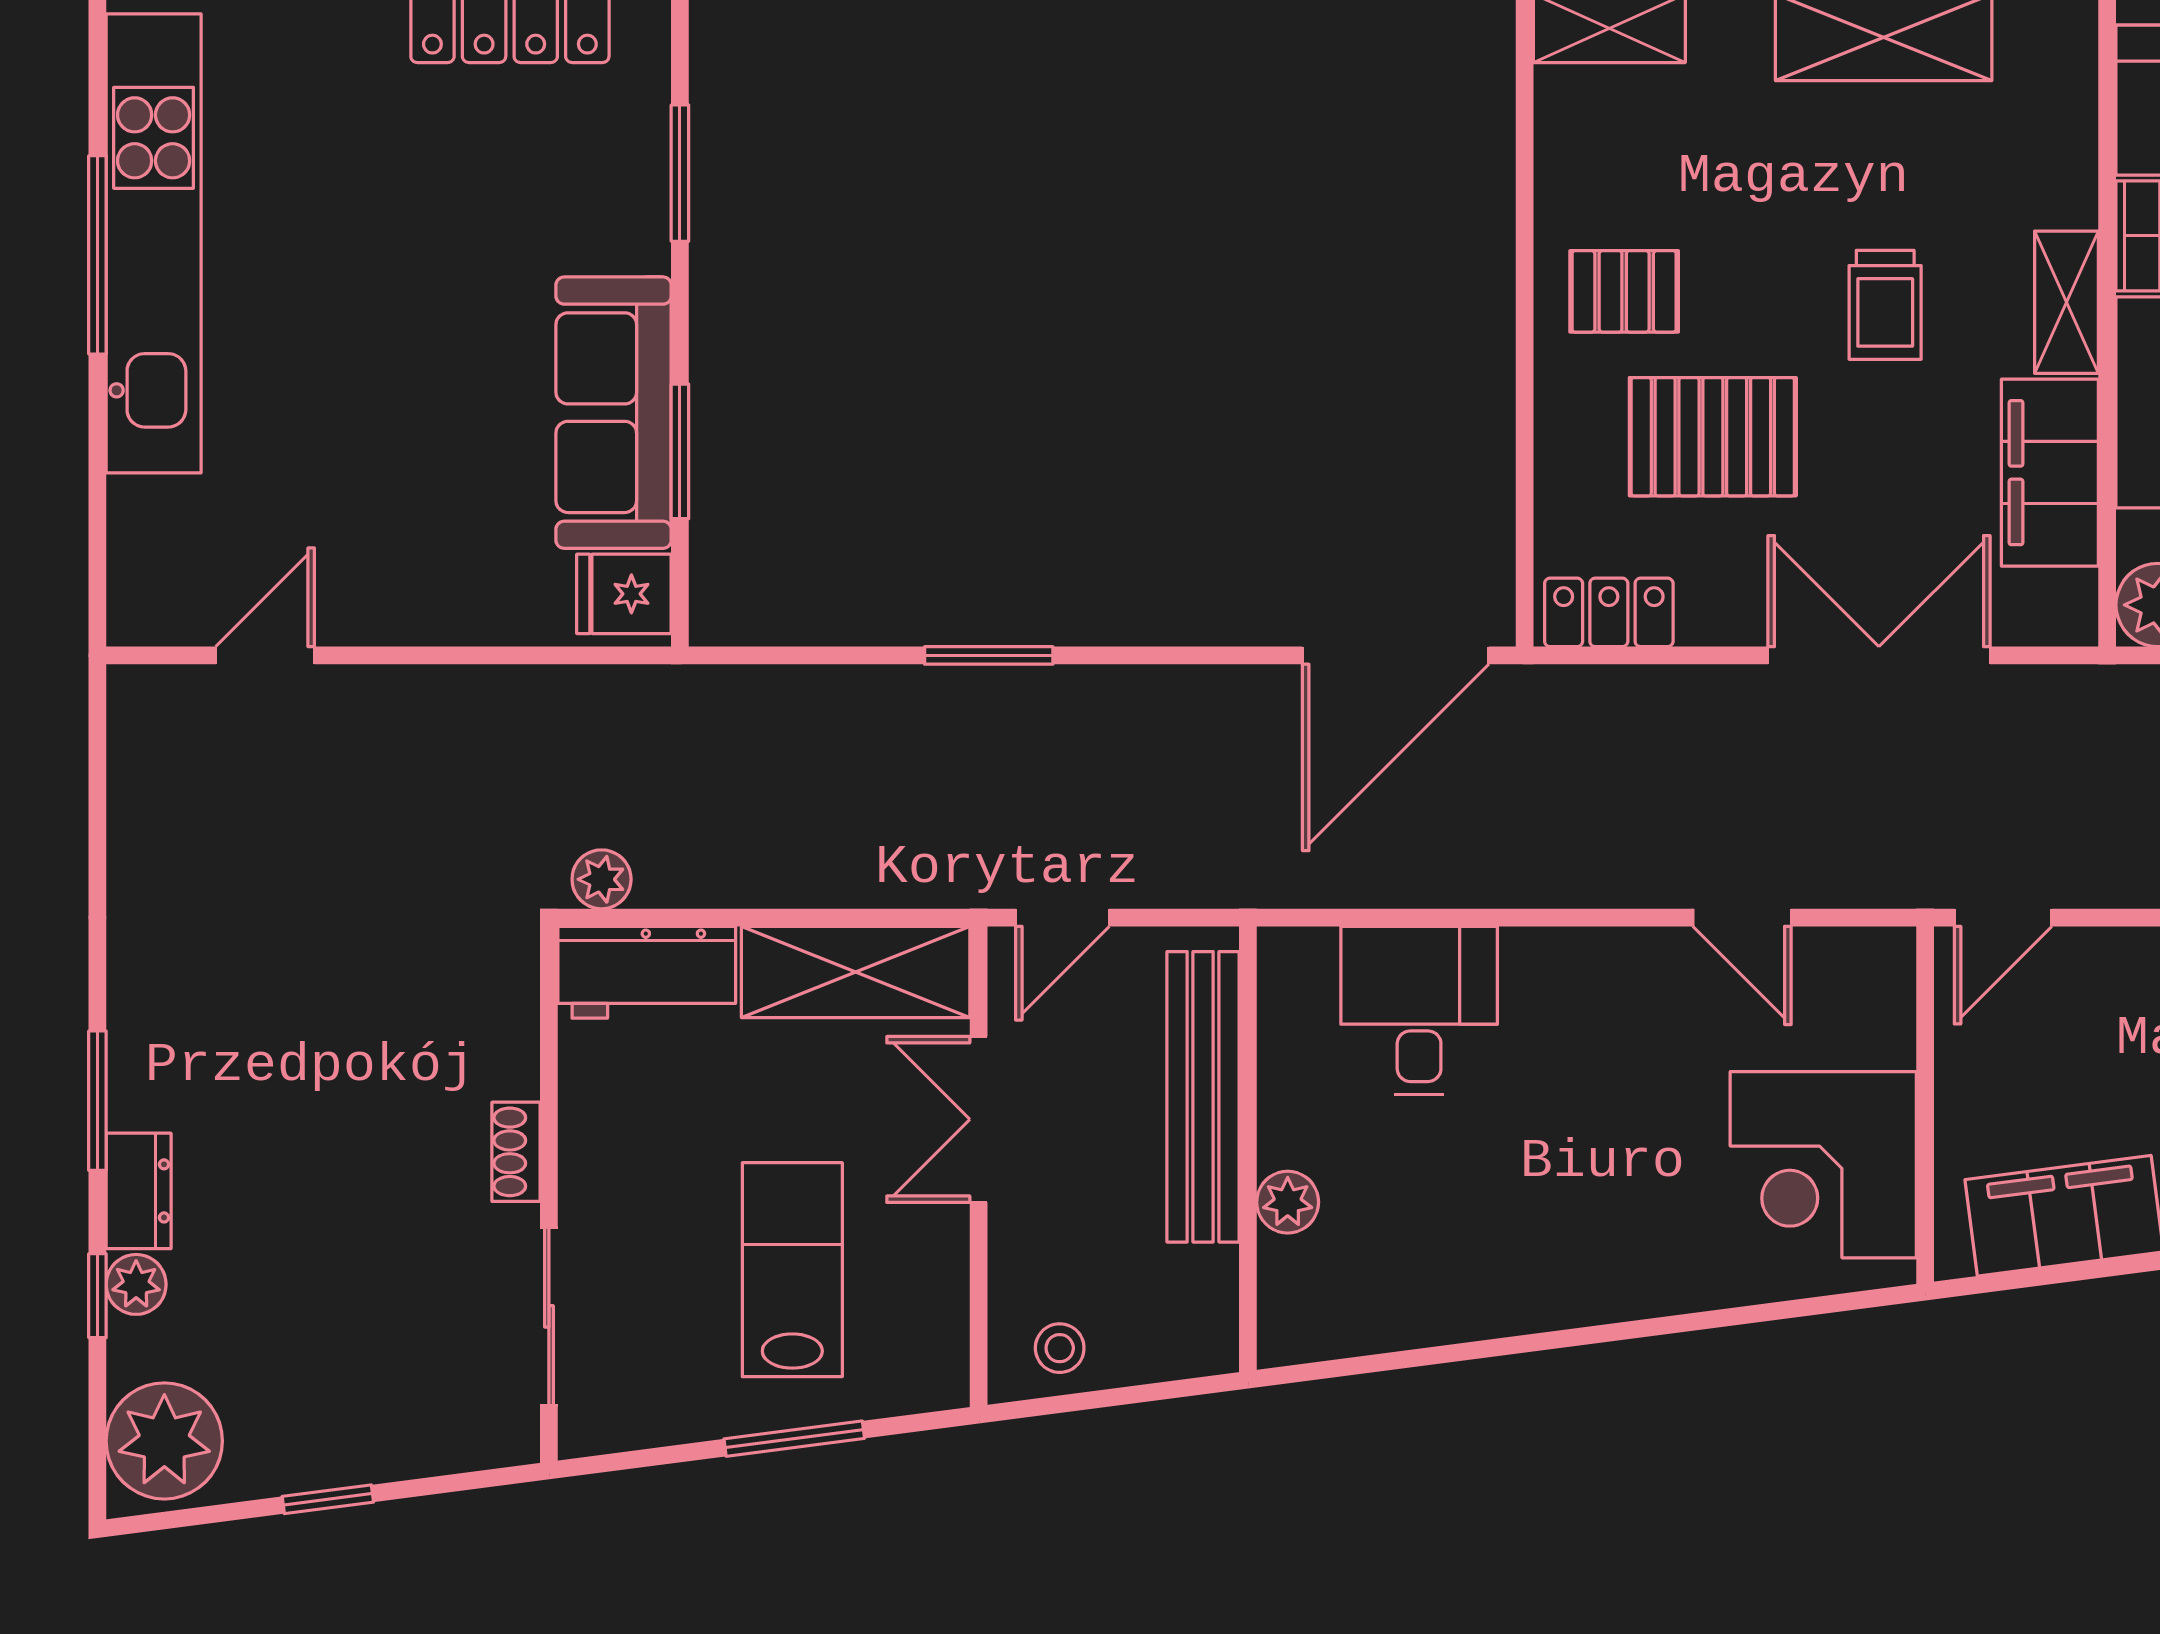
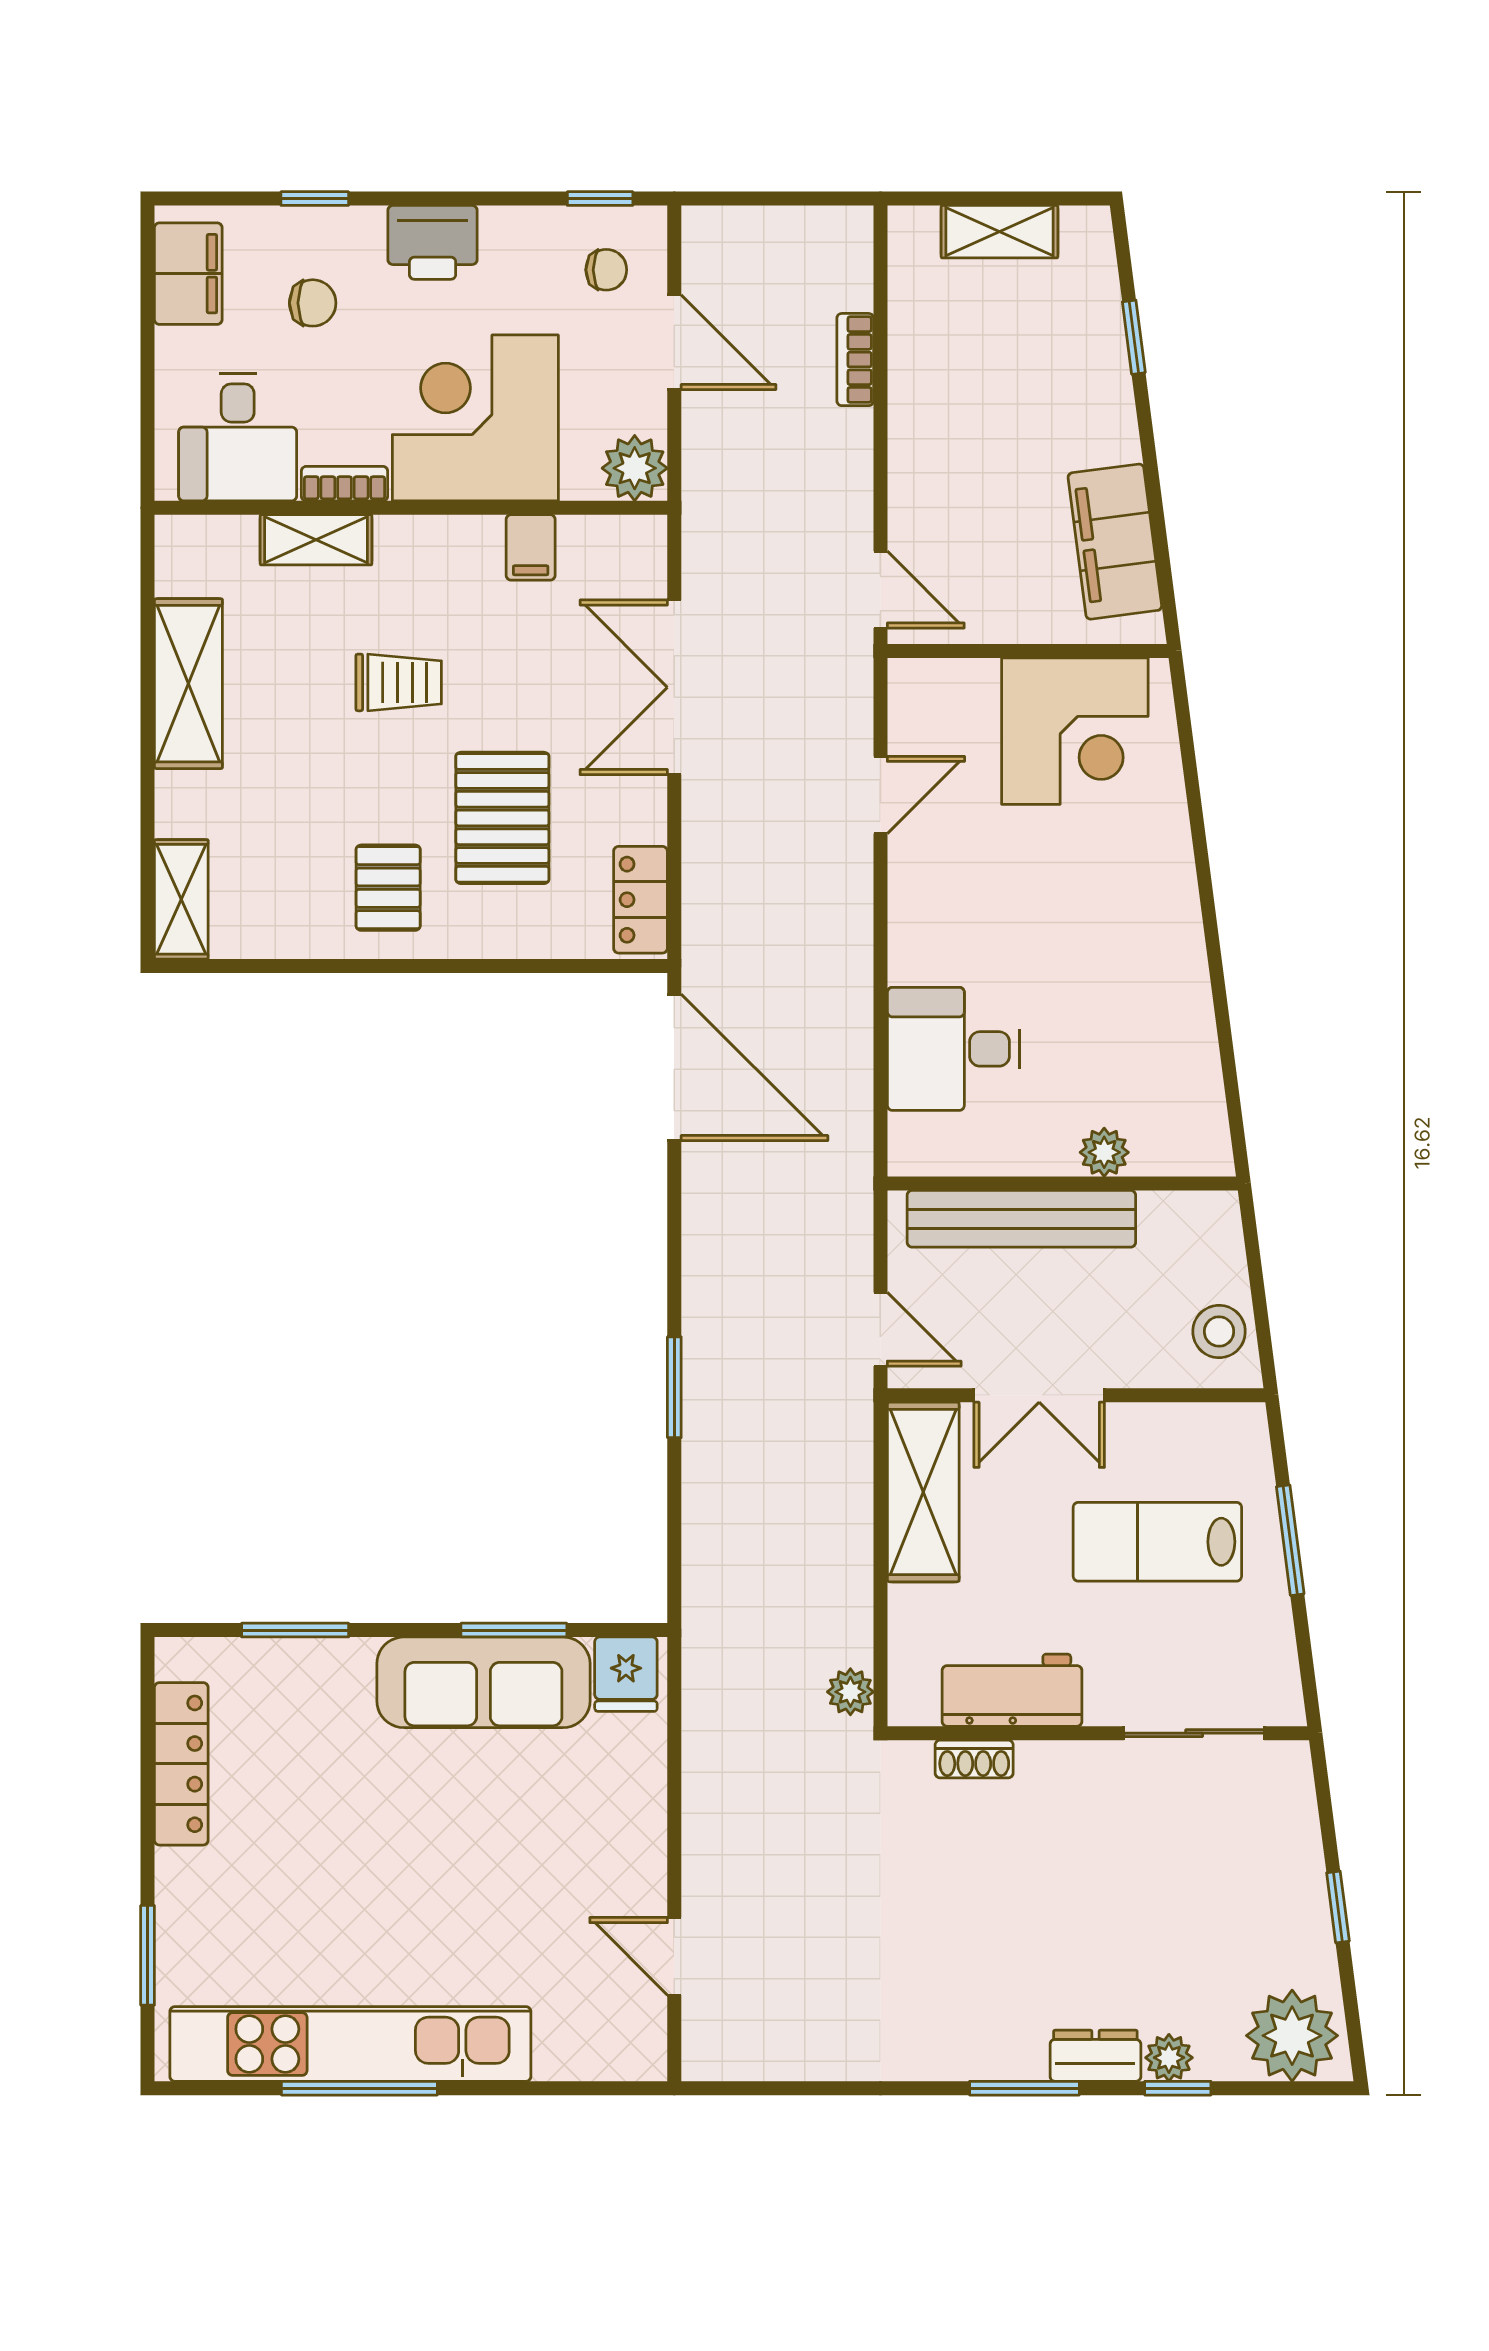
shelving: (2066, 302) -> (316, 540), moved
filing cabinet: (2050, 473) -> (531, 547), width x0.33, depth x0.86
workbench: (647, 972) -> (1012, 1690), moved, turned -90
shoe rack: (516, 1152) -> (974, 1759), moved
stool: (1060, 1348) -> (1219, 1332), width x1.37, depth x1.37

